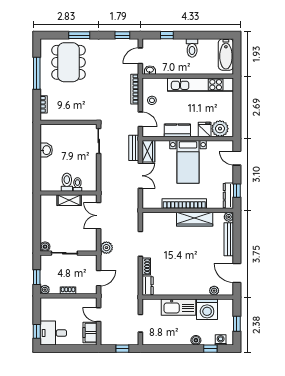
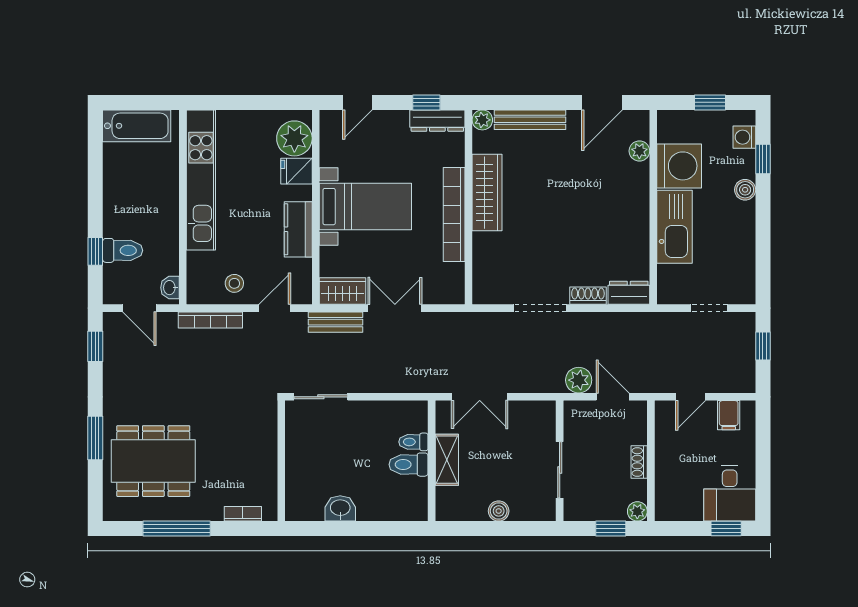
toilet: (192, 48) -> (123, 250), moved
boiler: (45, 247) -> (499, 511), moved
plant: (106, 248) -> (579, 380), moved
filing cabinet: (90, 333) -> (729, 415), width x0.50

